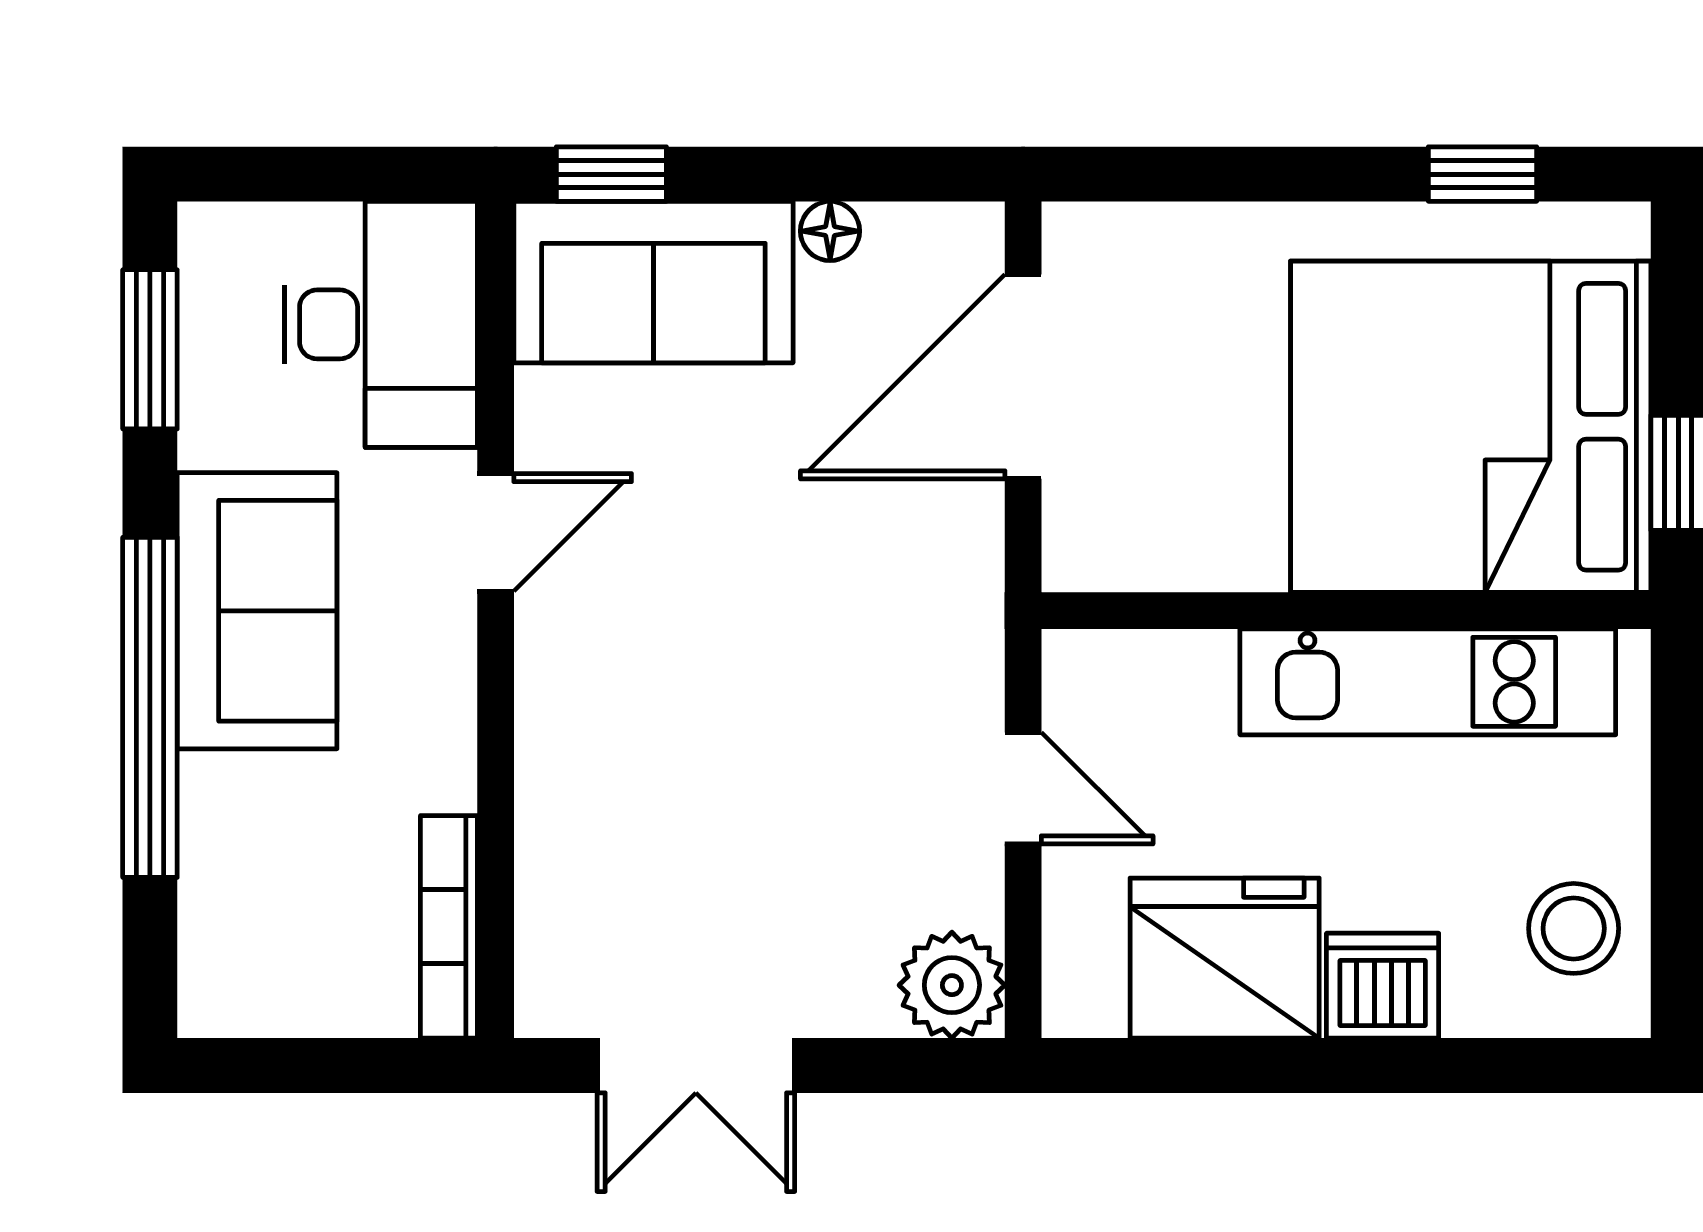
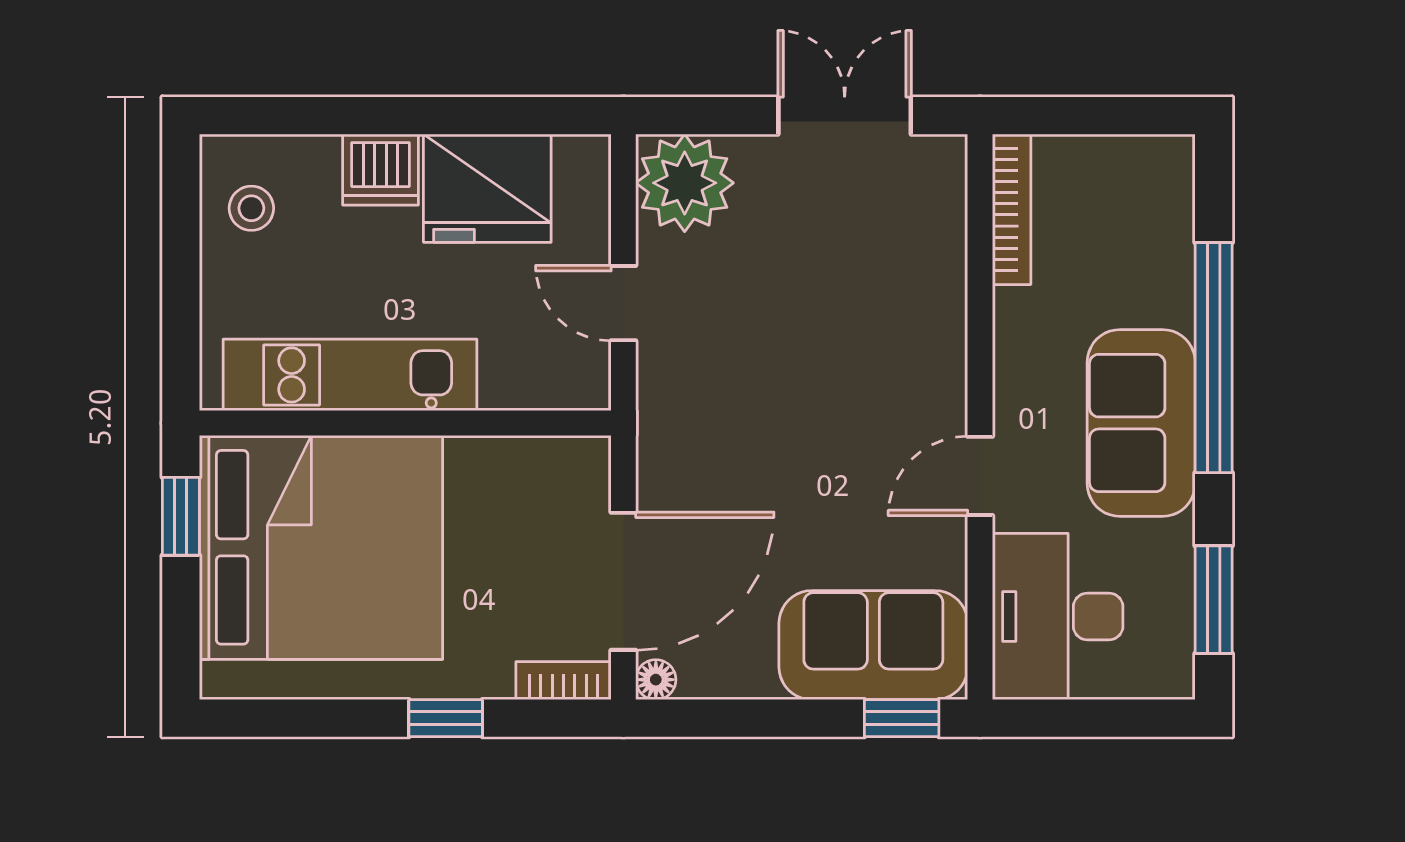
window: (1482, 174) -> (446, 718), moved
bookcase: (1112, 230) -> (564, 681), added
floor lamp: (830, 231) -> (656, 680), moved
stool: (1574, 928) -> (251, 208), width x0.73, depth x0.73
plant: (952, 985) -> (685, 183), width x1.36, depth x1.36

